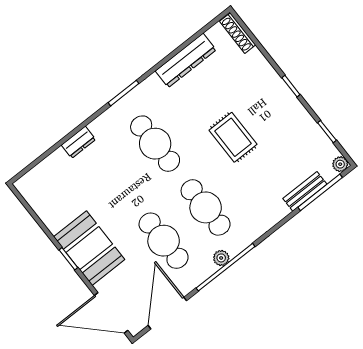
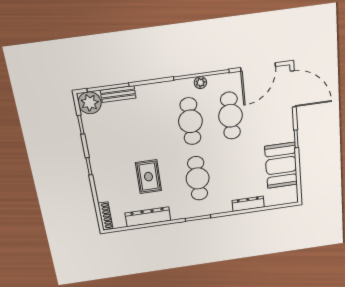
rug: (233, 137) -> (149, 177), moved
dresser: (78, 142) -> (248, 204), width x1.44
plant: (340, 164) -> (90, 103), width x1.87, depth x1.87
booth: (89, 248) -> (281, 165), moved

